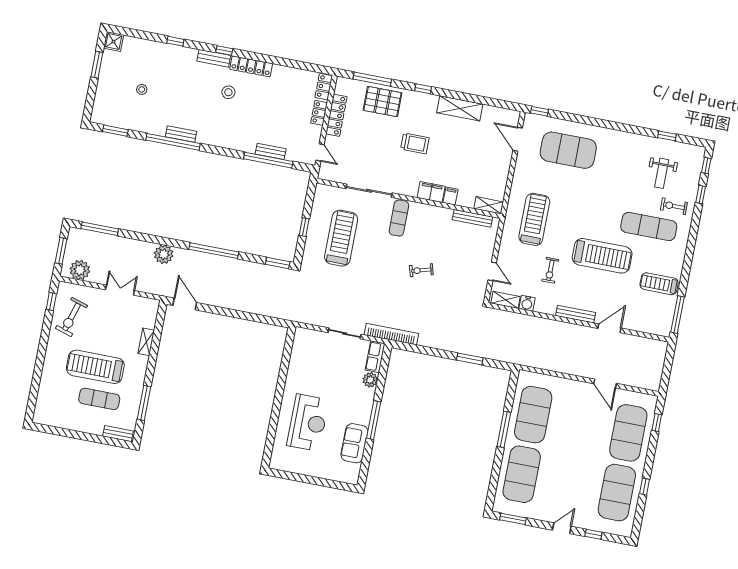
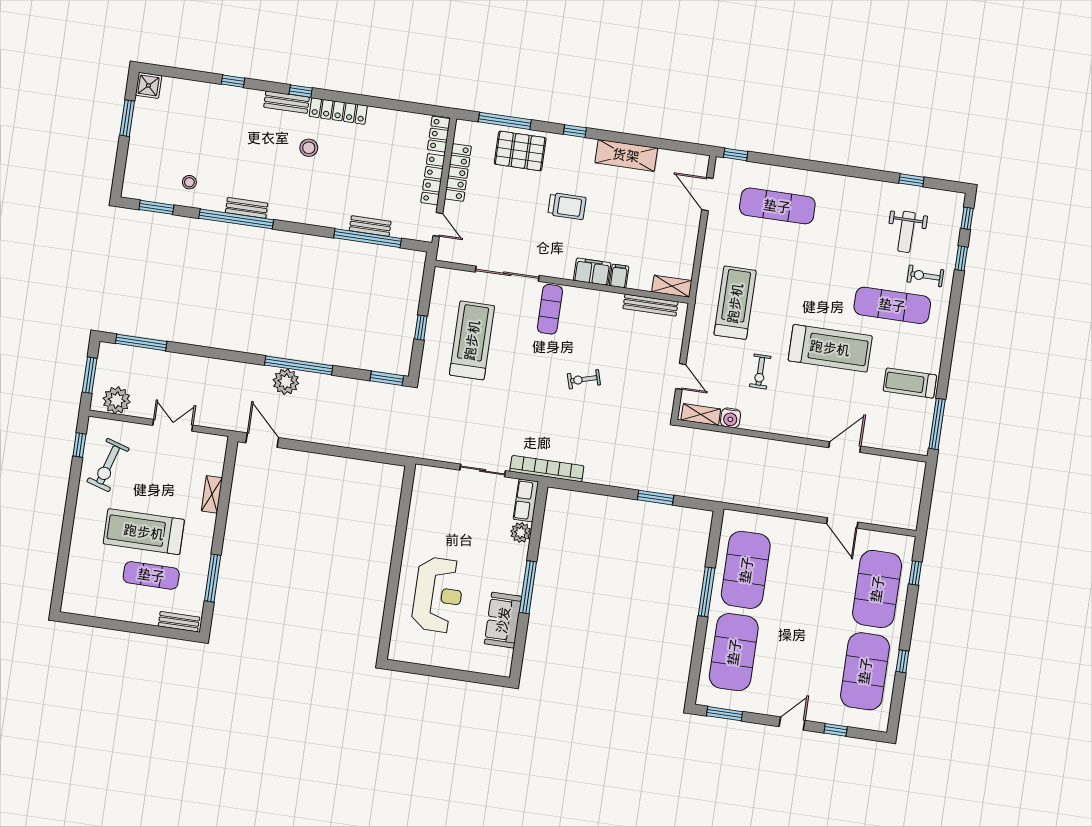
stool: (142, 89) -> (189, 182), moved
locker: (319, 113) -> (433, 179), width x1.53
exercise mat: (568, 150) -> (777, 206), width x0.68
plant: (164, 254) -> (286, 382), moved
bench: (576, 314) -> (798, 430), removed

